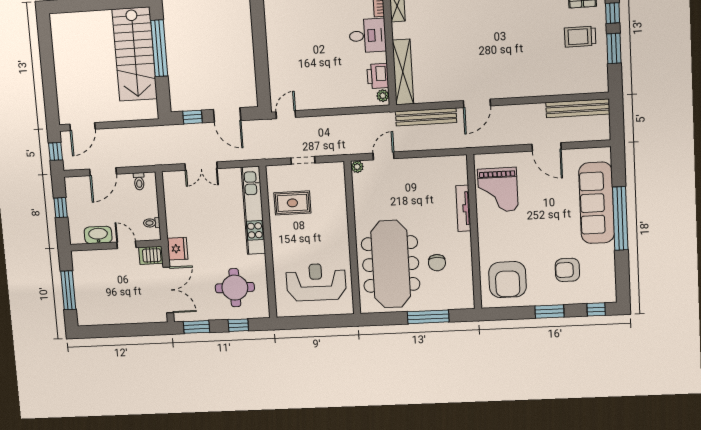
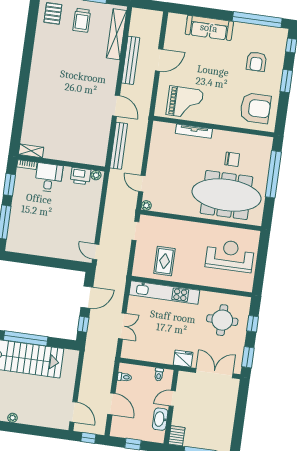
plant: (58, 52) -> (13, 418), added
shelving: (403, 72) -> (117, 34), moved, turned 90
bench: (578, 108) -> (131, 60), moved
doorway: (303, 160) -> (135, 231), moved
sofa: (597, 203) -> (209, 28), width x0.74, depth x0.79
window: (620, 218) -> (257, 20), moved
server rack: (151, 255) -> (177, 436), moved, turned 180
reception desk: (316, 282) -> (230, 256), turned 90
window: (428, 317) -> (273, 174), width x1.46

